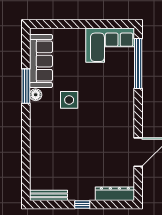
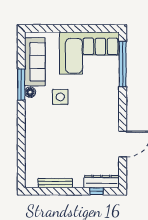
corner sofa: (110, 45) -> (89, 53), width x1.36, depth x1.36
bench: (48, 195) -> (55, 183), moved
window: (82, 204) -> (97, 191), moved

